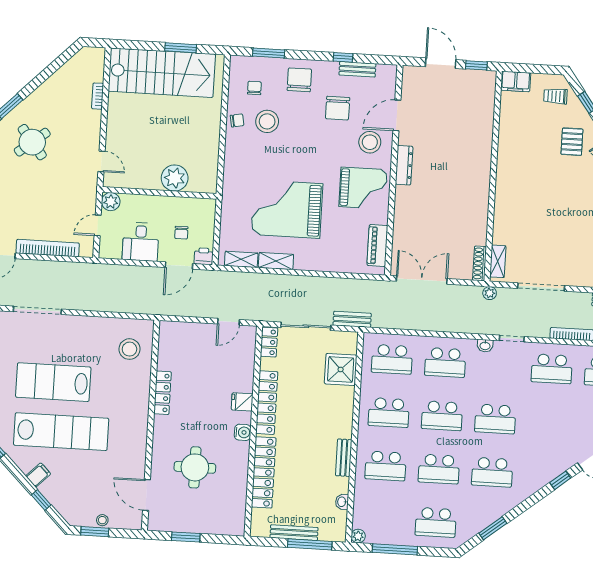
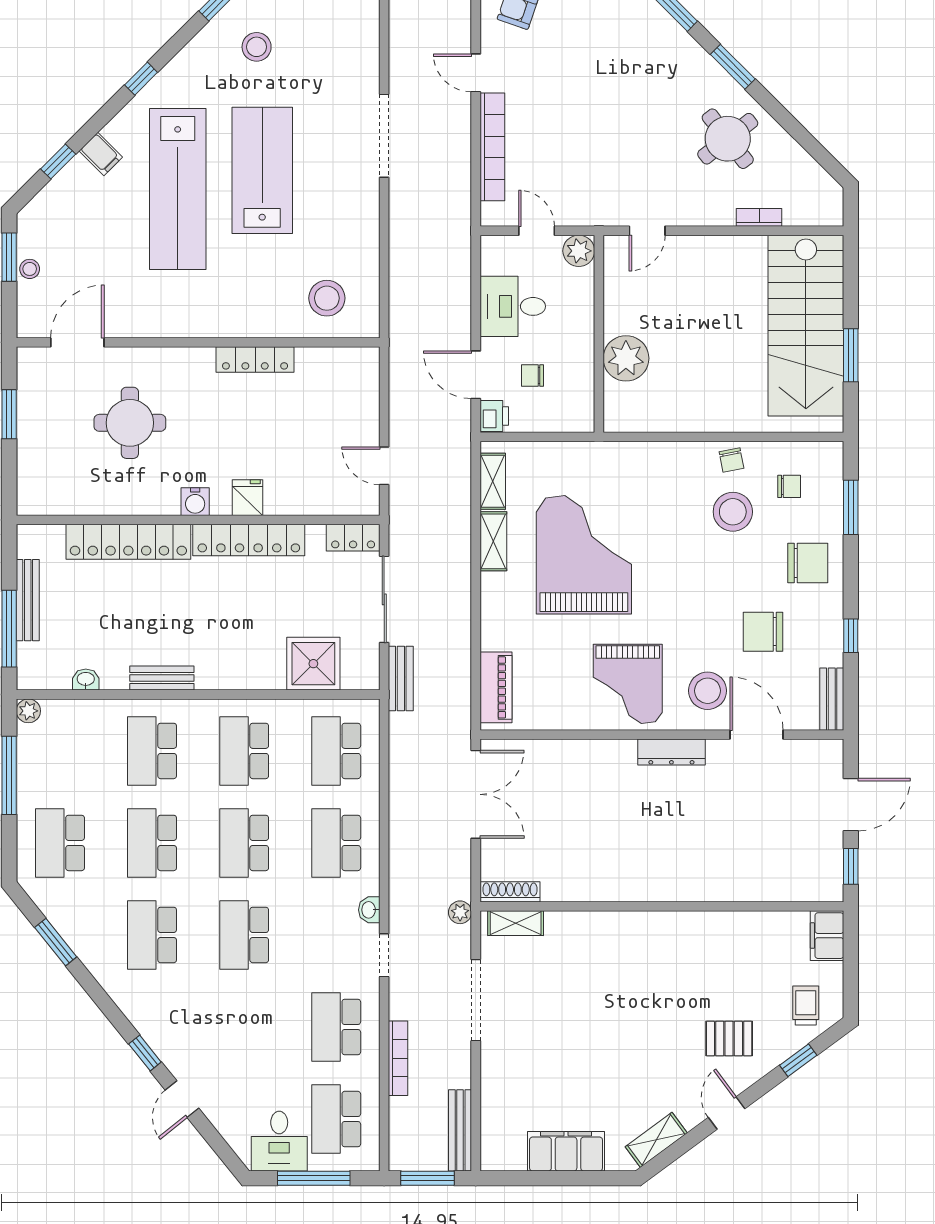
bench: (357, 69) -> (832, 699), moved
round table: (32, 142) -> (728, 139), moved
piano: (377, 246) -> (496, 687), moved, turned 90

